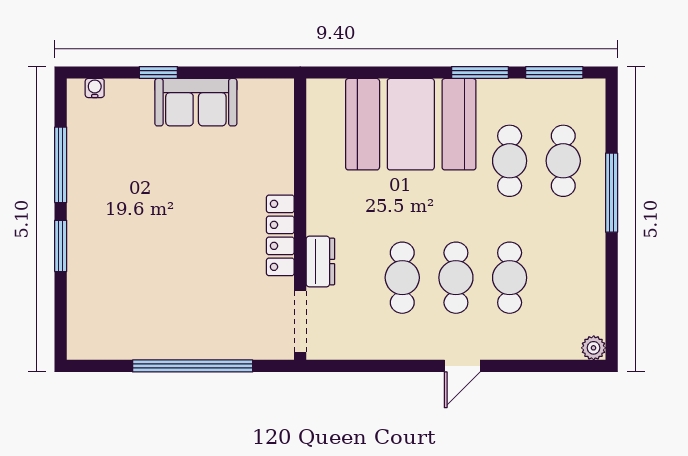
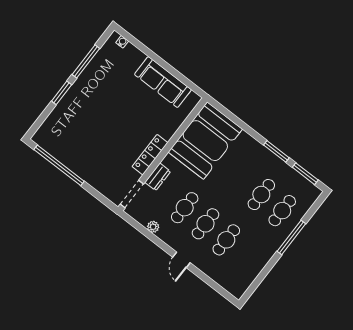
window: (158, 73) -> (152, 55), removed
sofa: (196, 102) -> (163, 82), width x1.36
booth: (411, 124) -> (205, 141), moved, turned 90
plant: (594, 348) -> (153, 227), moved
window: (193, 366) -> (59, 165), moved
door: (462, 366) -> (181, 260), hinge flipped

